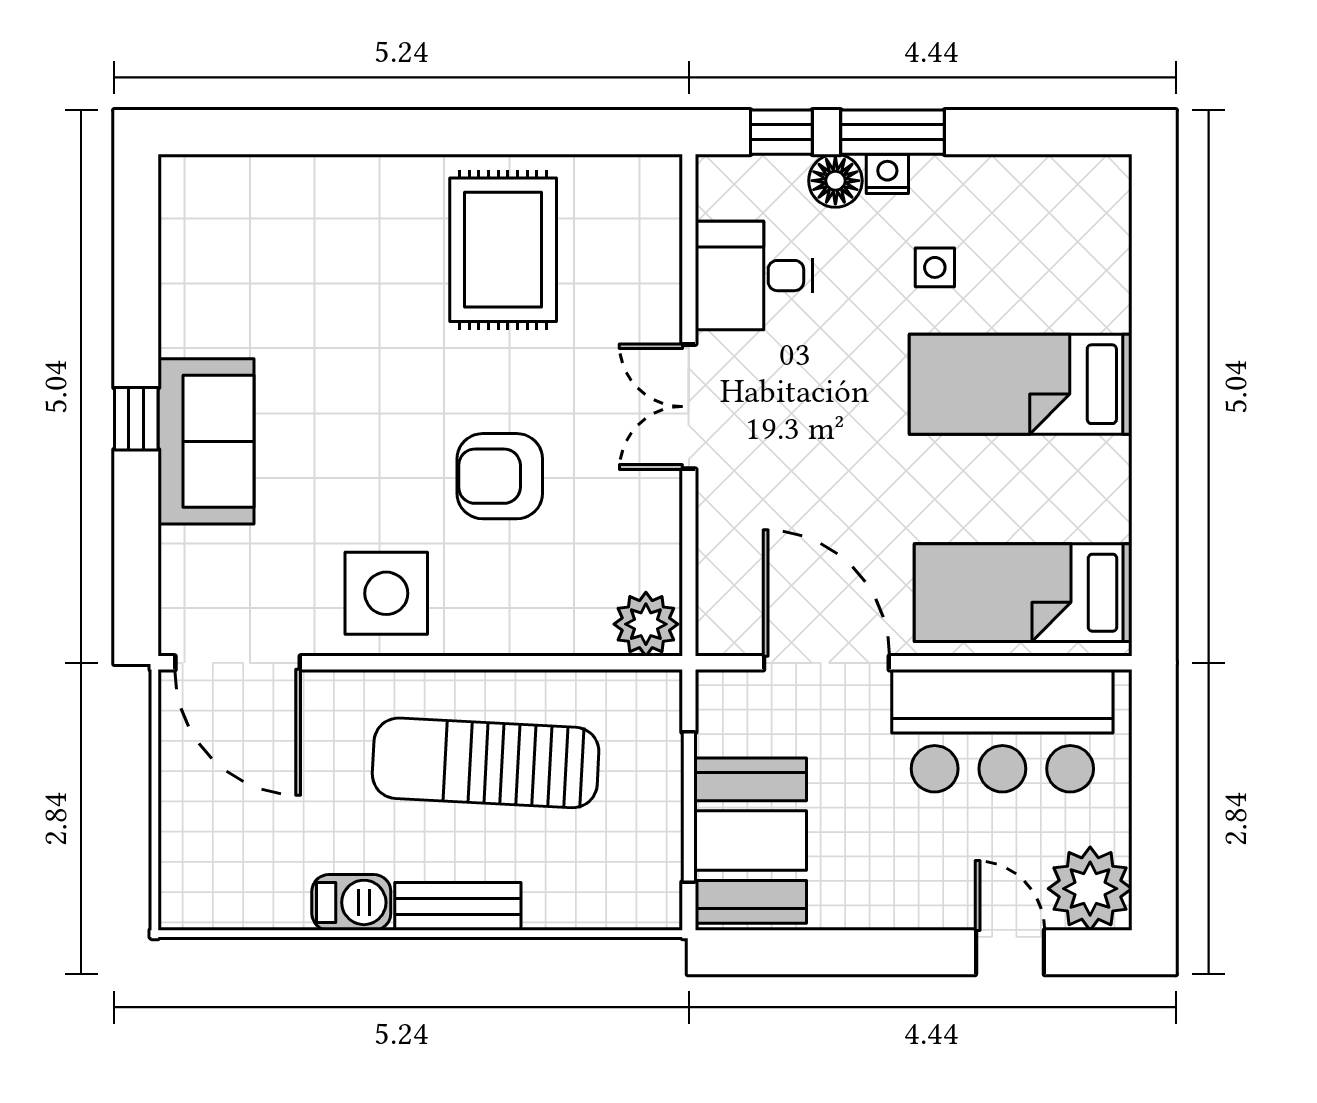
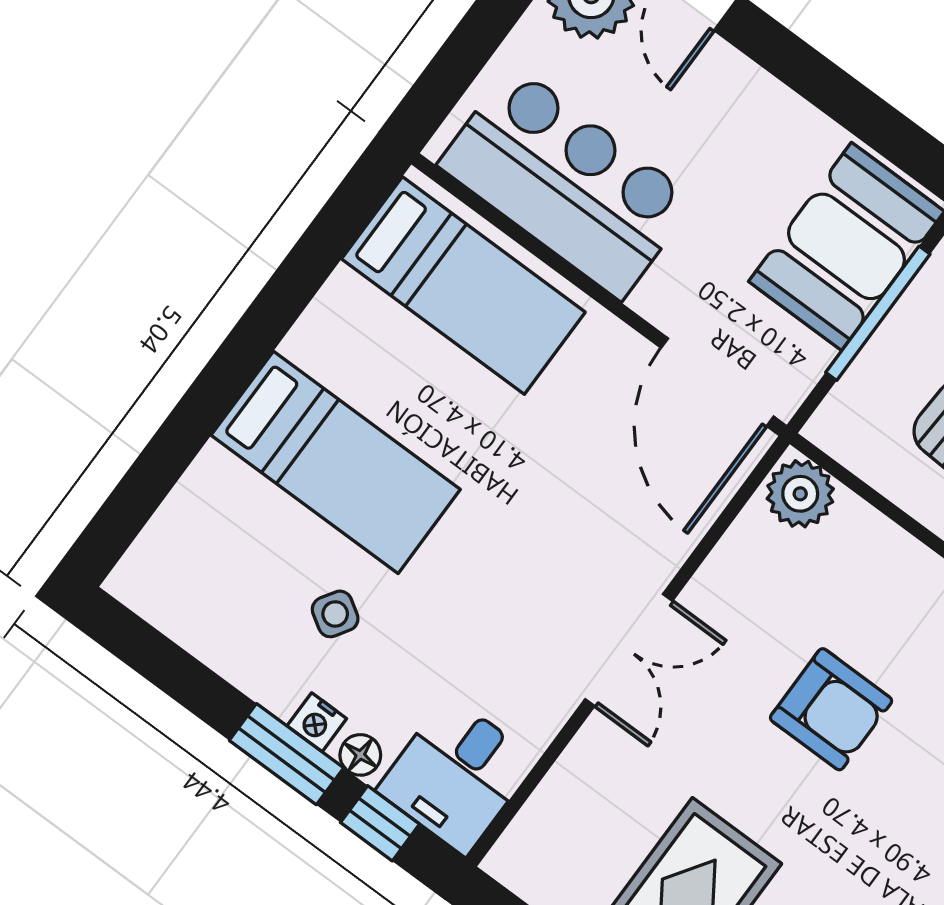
floor lamp: (835, 181) -> (360, 755), width x0.73, depth x0.73
side table: (935, 267) -> (335, 614), turned 32
desk: (754, 276) -> (457, 775), moved, turned 90
door: (826, 663) -> (717, 382), moved

